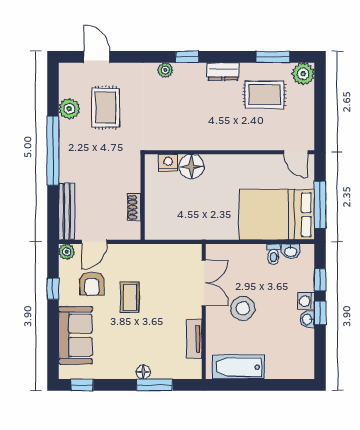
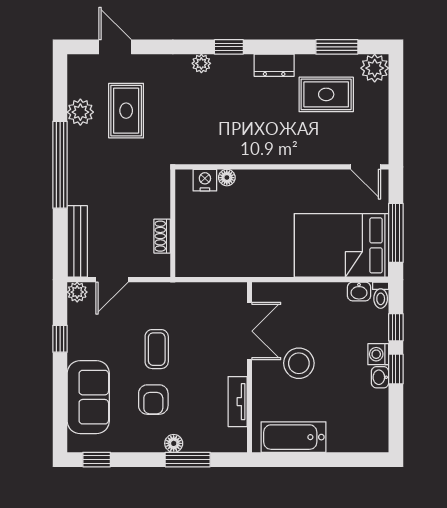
floor lamp: (191, 167) -> (227, 178), width x0.53, depth x0.53
toilet: (273, 254) -> (381, 295), moved
armchair: (92, 284) -> (153, 400), moved

